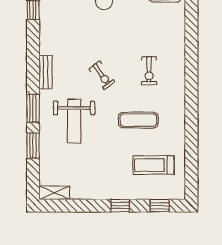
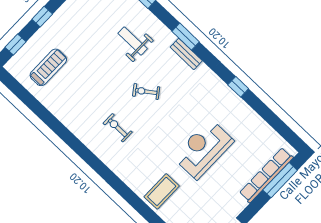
window: (33, 108) -> (186, 37), moved
exercise mat: (138, 120) -> (90, 87), removed
weight bench: (74, 121) -> (133, 41), width x0.73, depth x0.75

